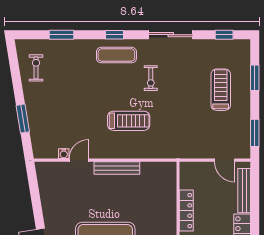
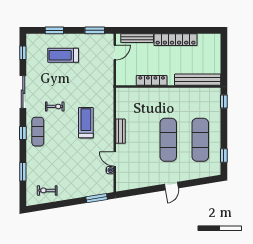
window: (23, 119) -> (97, 198), moved
bench: (117, 168) -> (120, 131), width x0.73

